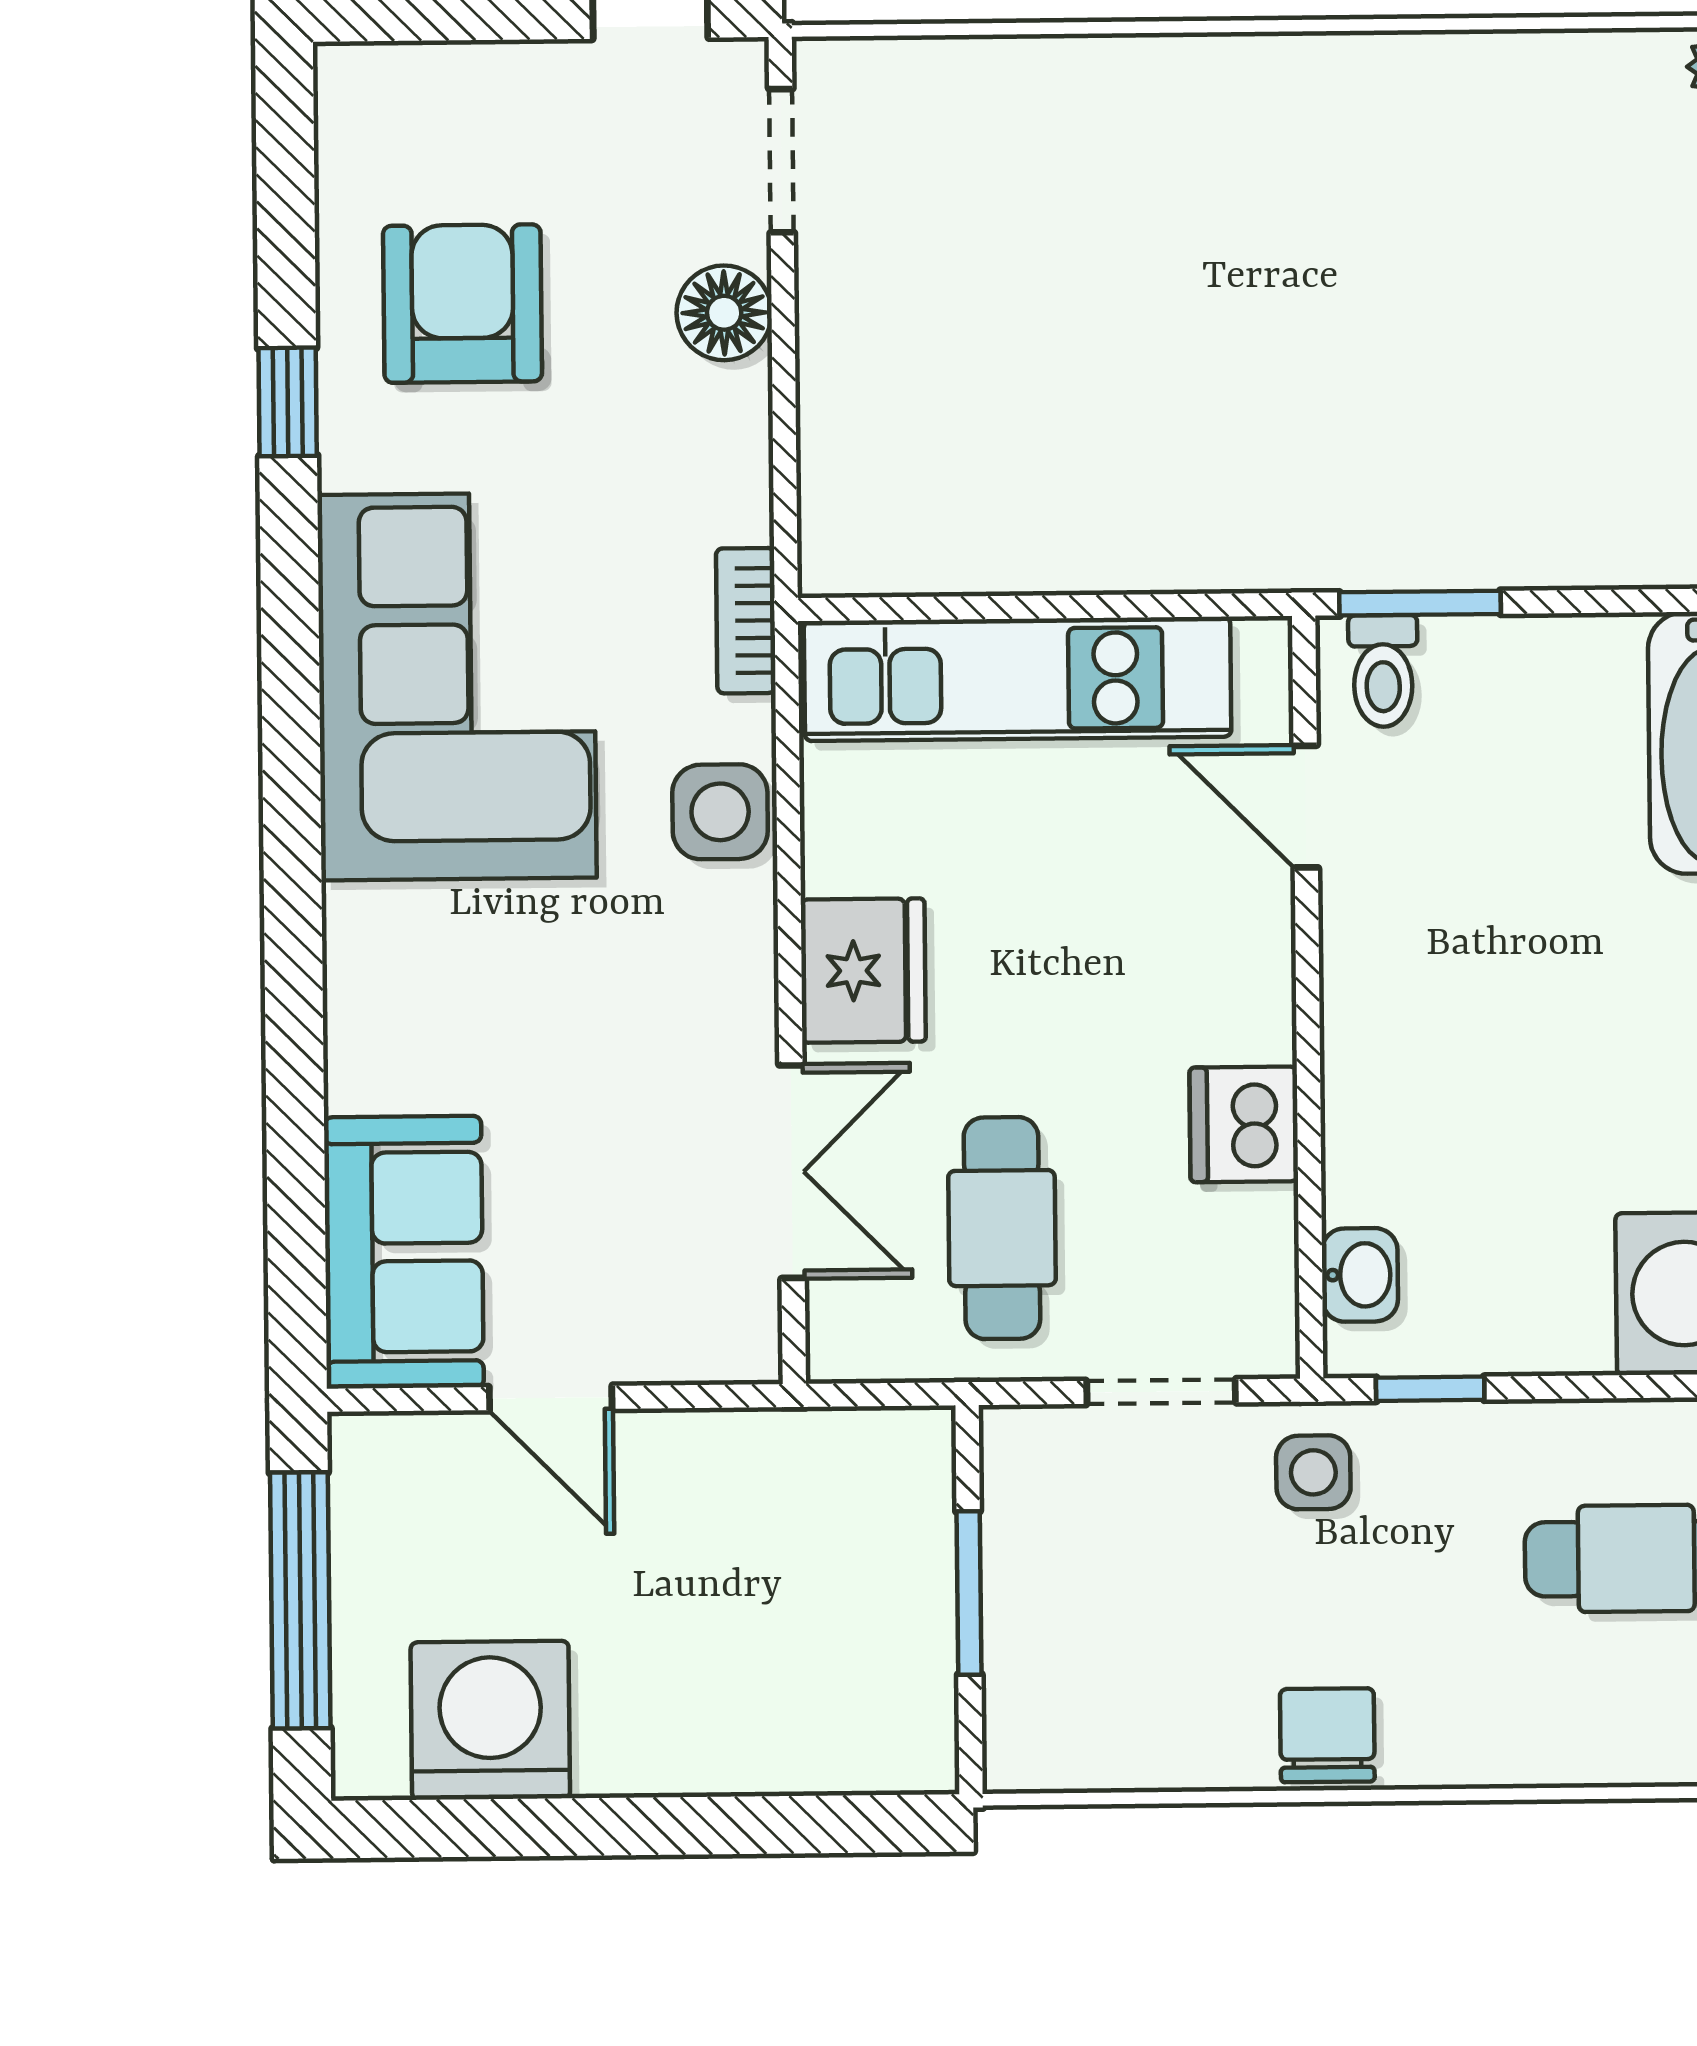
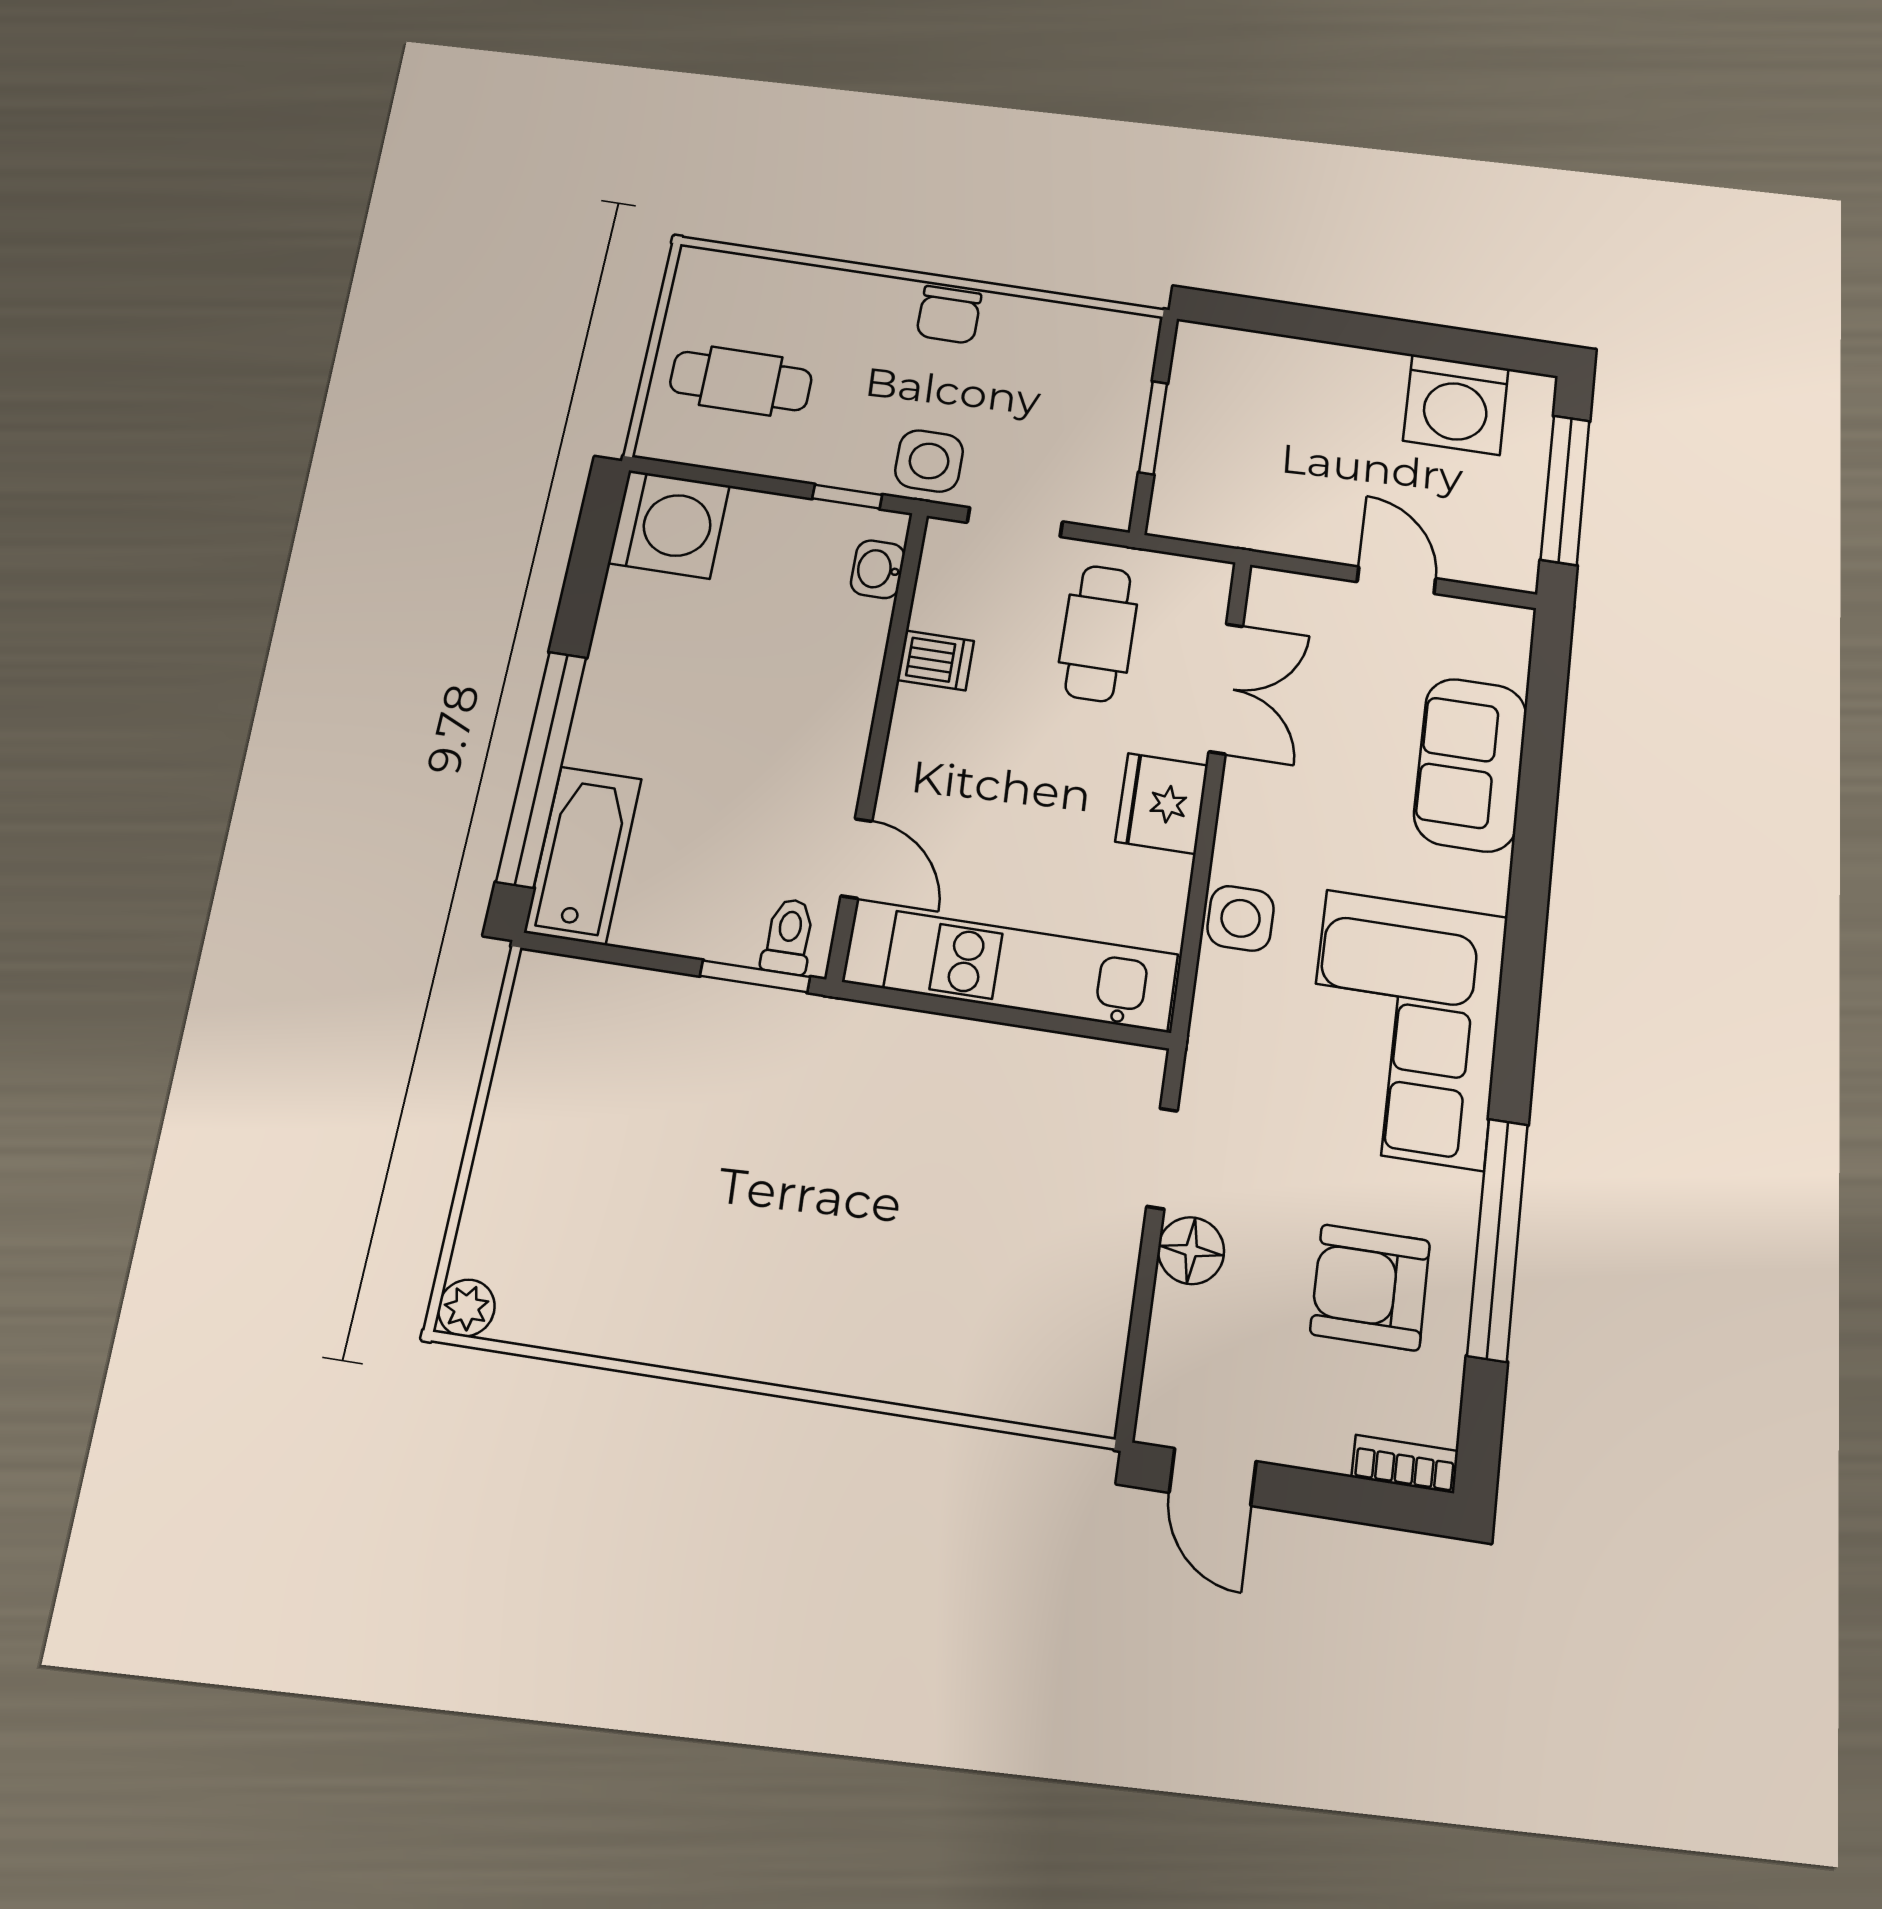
doorway: (781, 161) -> (1162, 1158), moved
armchair: (463, 304) -> (1370, 1287), turned 90
window: (288, 402) -> (1498, 1239), width x3.17
bookcase: (746, 621) -> (1405, 1464), moved, turned -90
dishwasher: (1244, 1124) -> (935, 660), width x0.73
double door: (792, 1172) -> (1226, 689), swing flipped
sofa: (404, 1252) -> (1471, 765), moved
side table: (1313, 1472) -> (929, 461), width x1.37, depth x1.37

